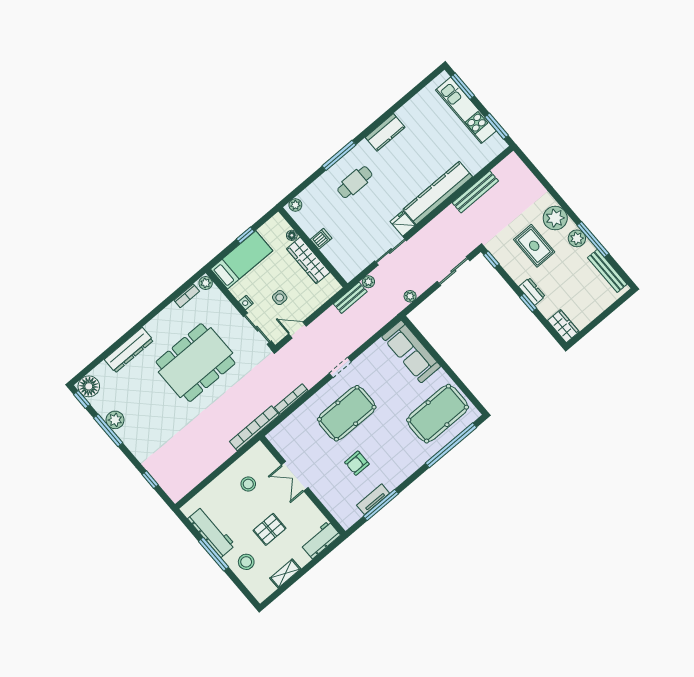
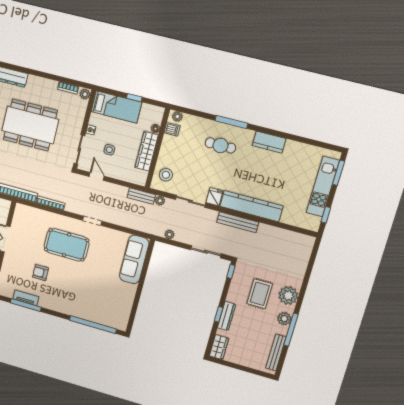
window: (497, 126) -> (326, 215), width x0.67
bench: (475, 192) -> (238, 222), moved
dishwasher: (321, 239) -> (172, 129), moved
stool: (346, 257) -> (166, 175), added
dresser: (532, 292) -> (227, 316), width x1.44
pool table: (438, 414) -> (107, 303), removed

